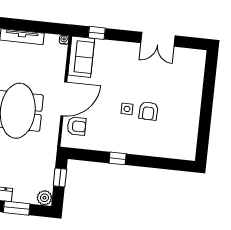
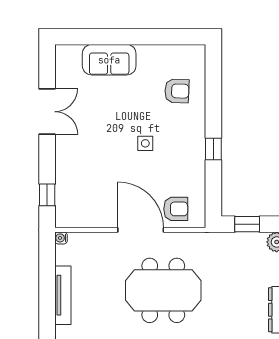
sofa: (81, 57) -> (109, 60), moved, turned 180
armchair: (148, 111) -> (177, 91), moved
armchair: (77, 126) -> (176, 209), turned 90

